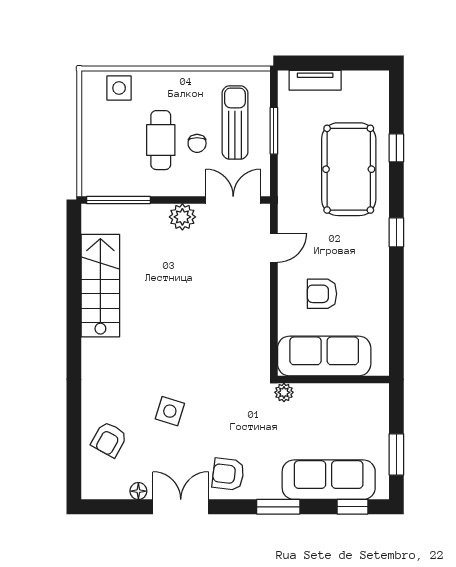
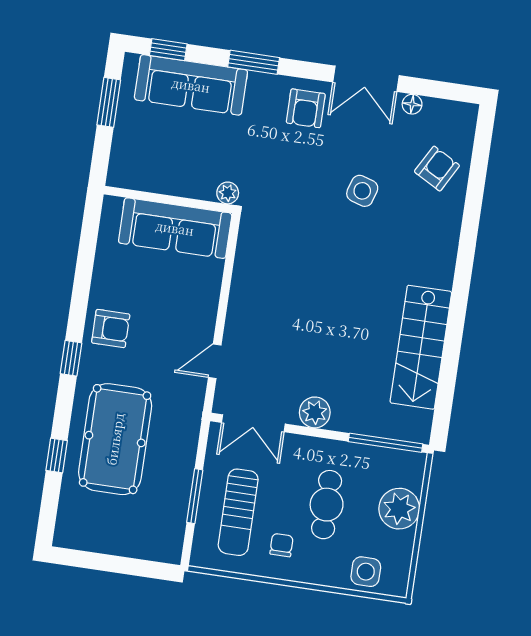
tv unit: (315, 80) -> (139, 547), removed
chair: (197, 143) -> (281, 545), moved
plant: (99, 146) -> (399, 509), added
armchair: (322, 294) -> (111, 328), moved
armchair: (228, 474) -> (306, 108), turned 83

